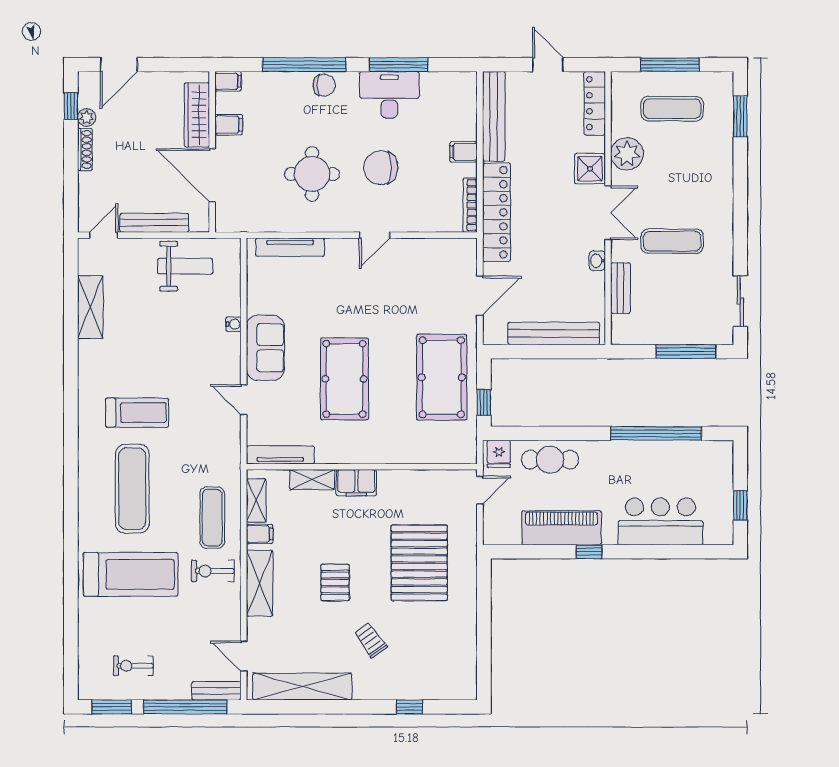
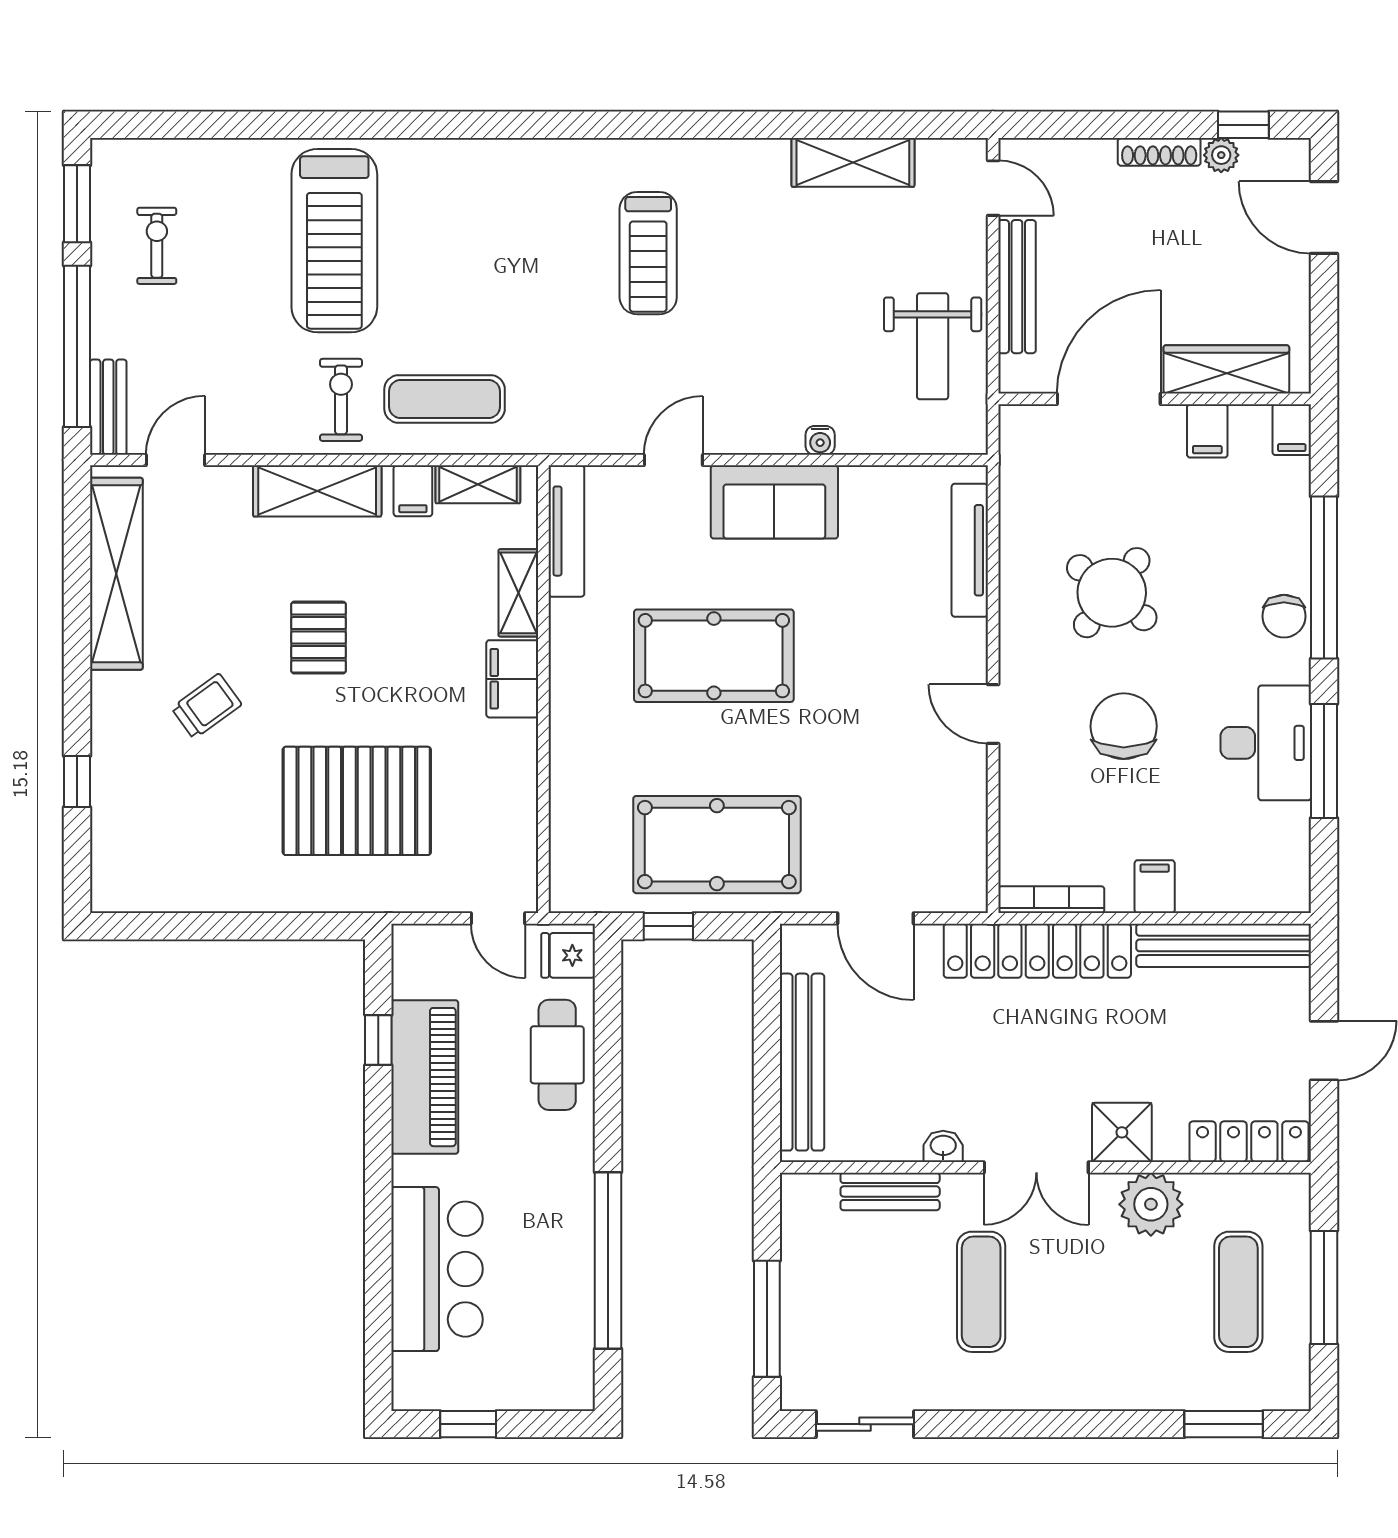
round table: (312, 174) -> (1112, 593), turned 38
exercise mat: (132, 489) -> (501, 244), removed
window: (589, 552) -> (378, 1040), moved
pallet: (335, 582) -> (319, 638), turned 90

